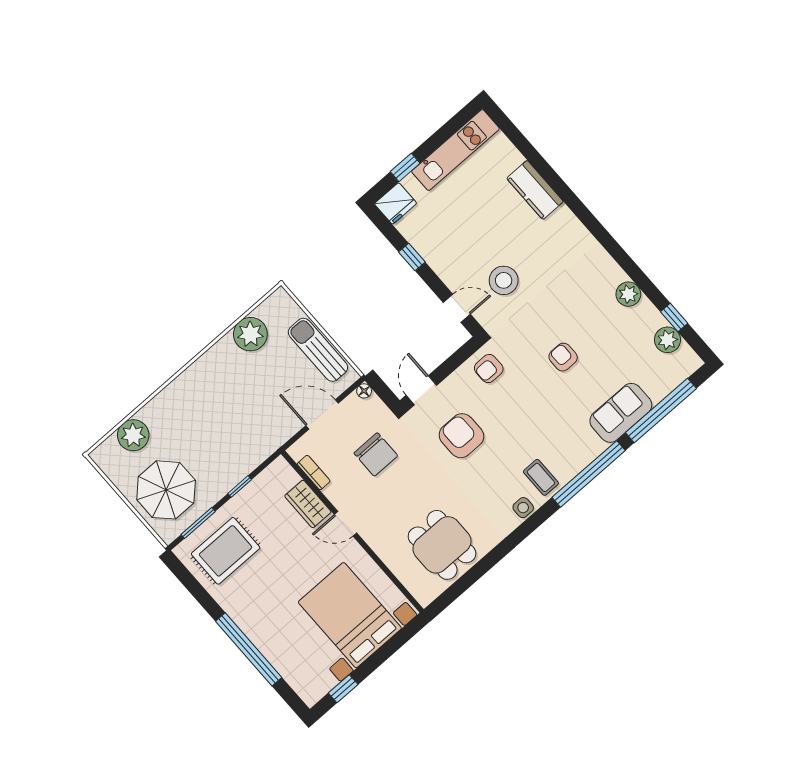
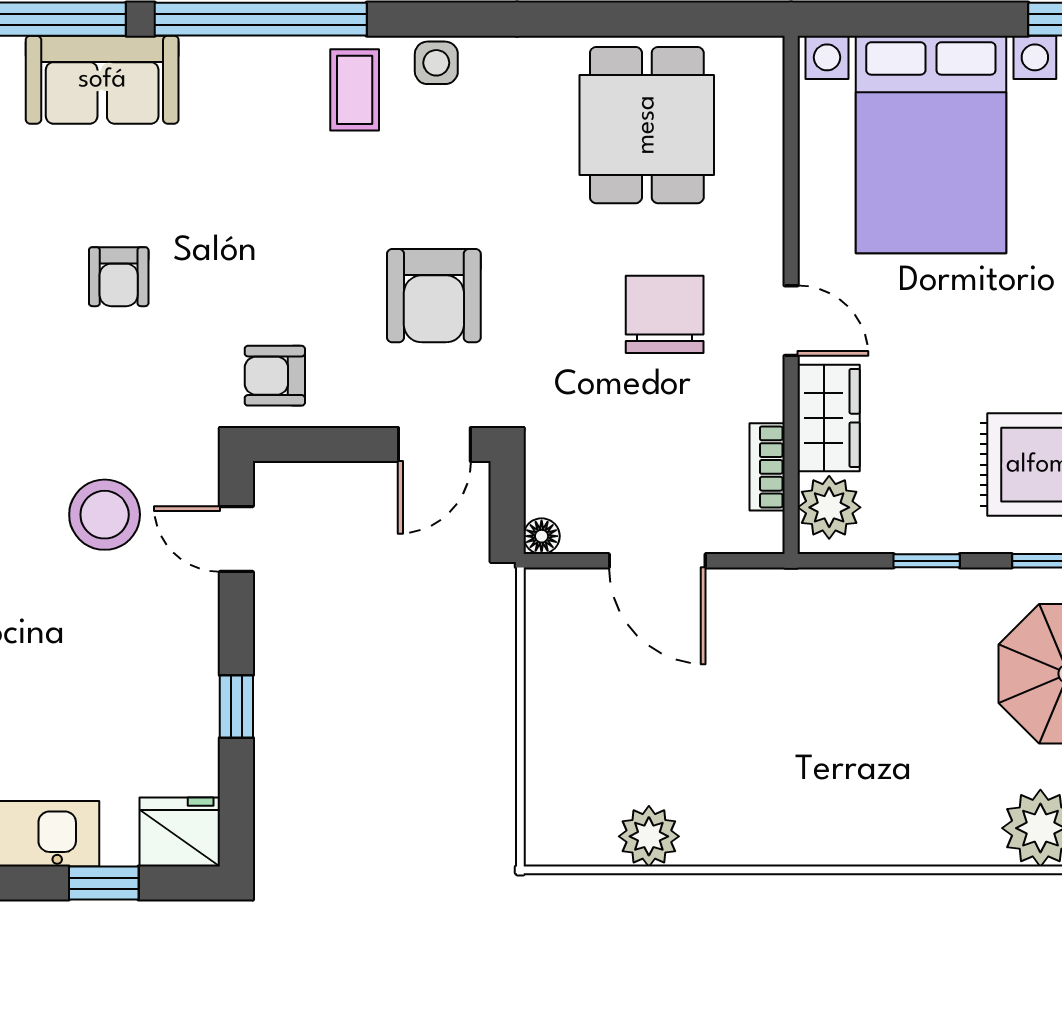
plant: (250, 334) -> (649, 836), width x0.73, depth x0.73
sun lounger: (318, 350) -> (560, 687), removed
armchair: (489, 369) -> (275, 376), turned 180
chair: (376, 454) -> (665, 314), moved
plant: (284, 477) -> (829, 507), added

